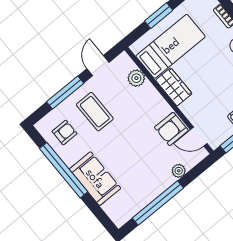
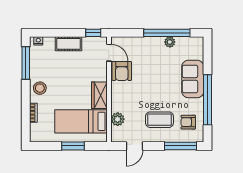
window: (65, 93) -> (180, 146), moved
coffee table: (95, 112) -> (159, 120), turned 90
armchair: (171, 129) -> (122, 71), turned 90
plant: (179, 171) -> (170, 42), moved

